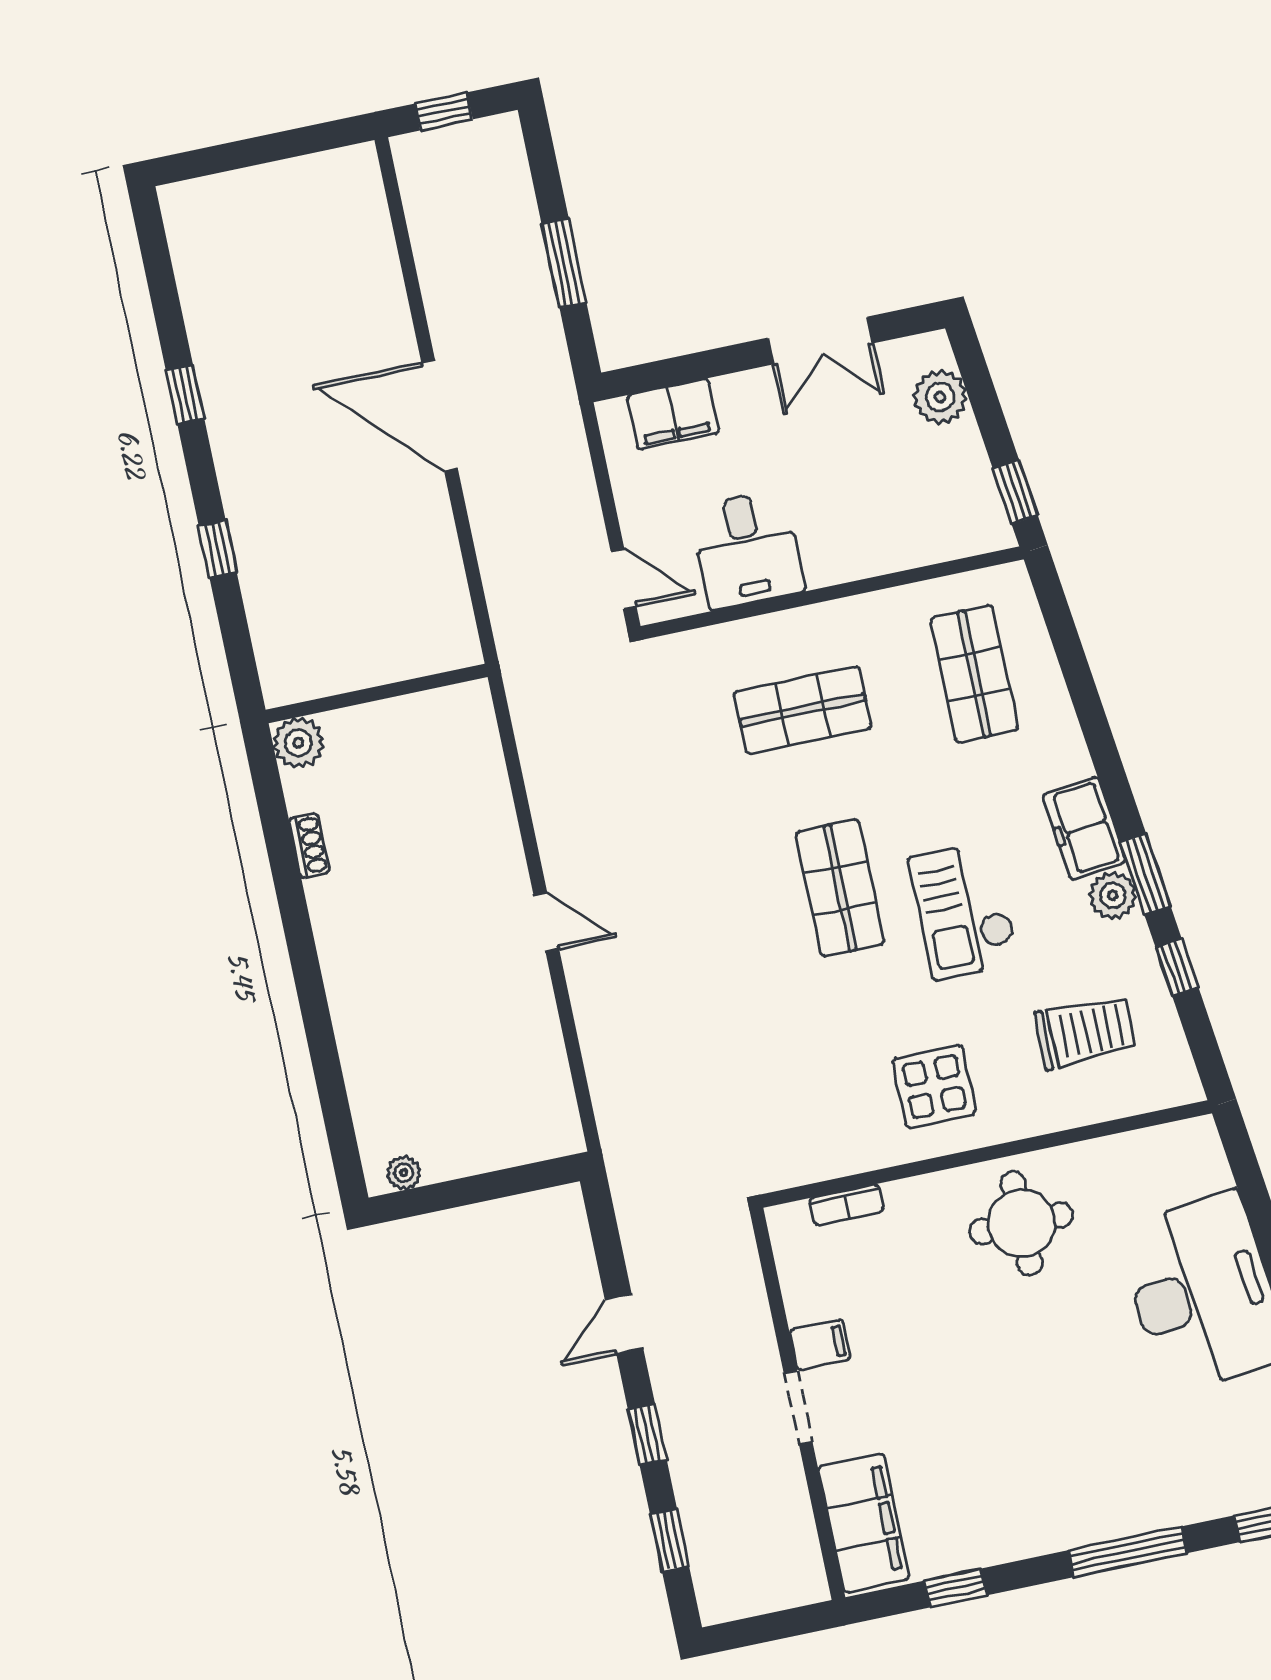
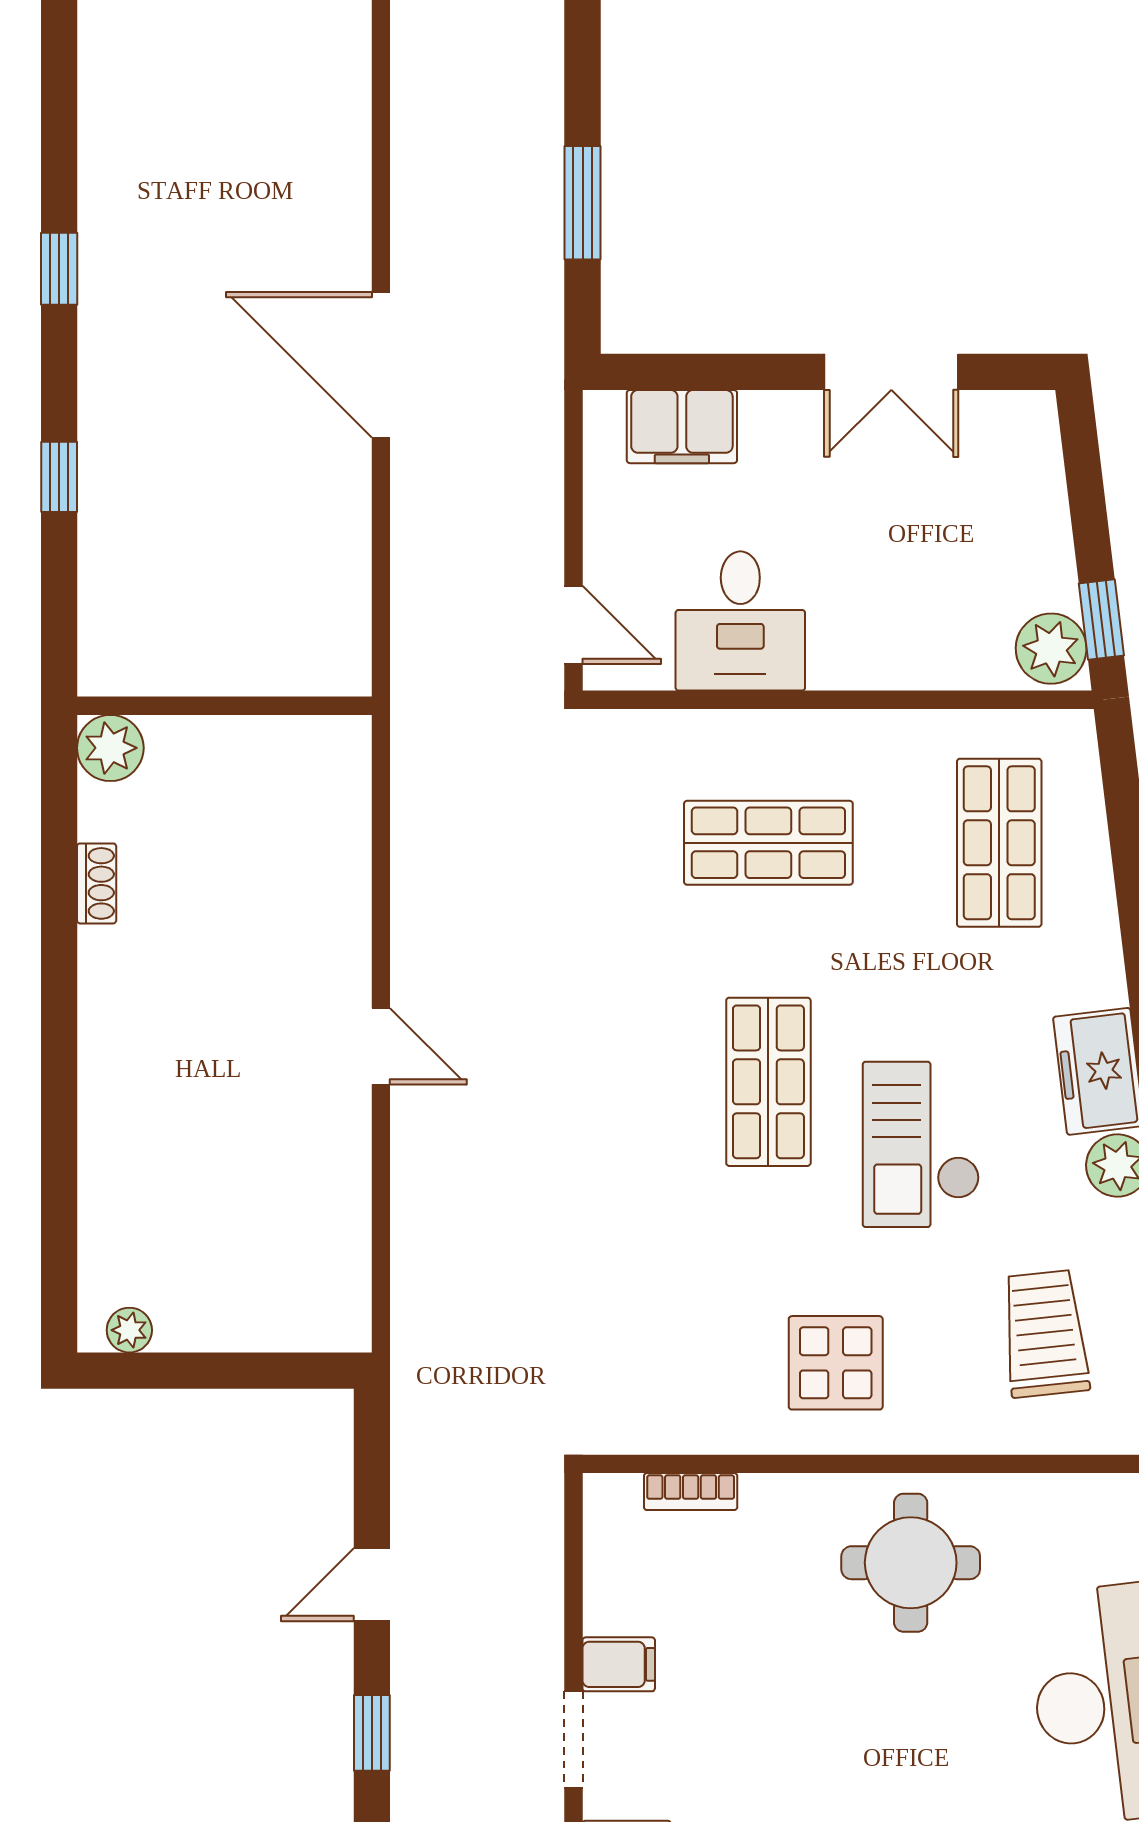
plant: (940, 397) -> (1051, 649), moved
trolley: (1085, 1032) -> (1045, 1334), turned -96

